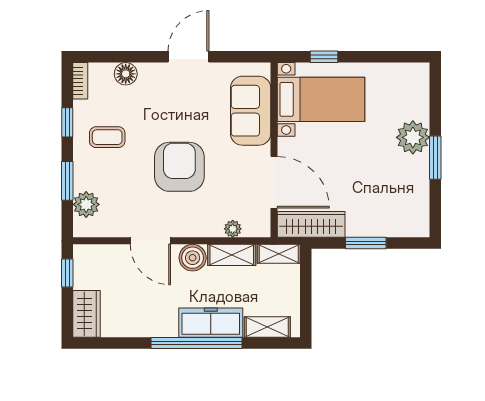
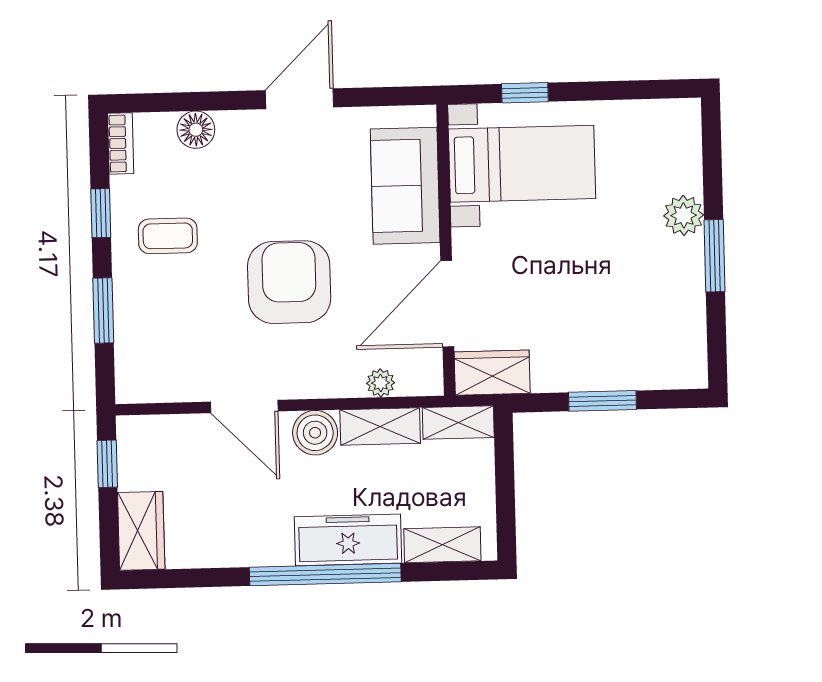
plant: (413, 137) -> (684, 215), width x0.73, depth x0.73
door: (274, 182) -> (447, 304), swing flipped
plant: (86, 204) -> (136, 349), removed
wardrobe: (311, 224) -> (492, 373), width x0.67

